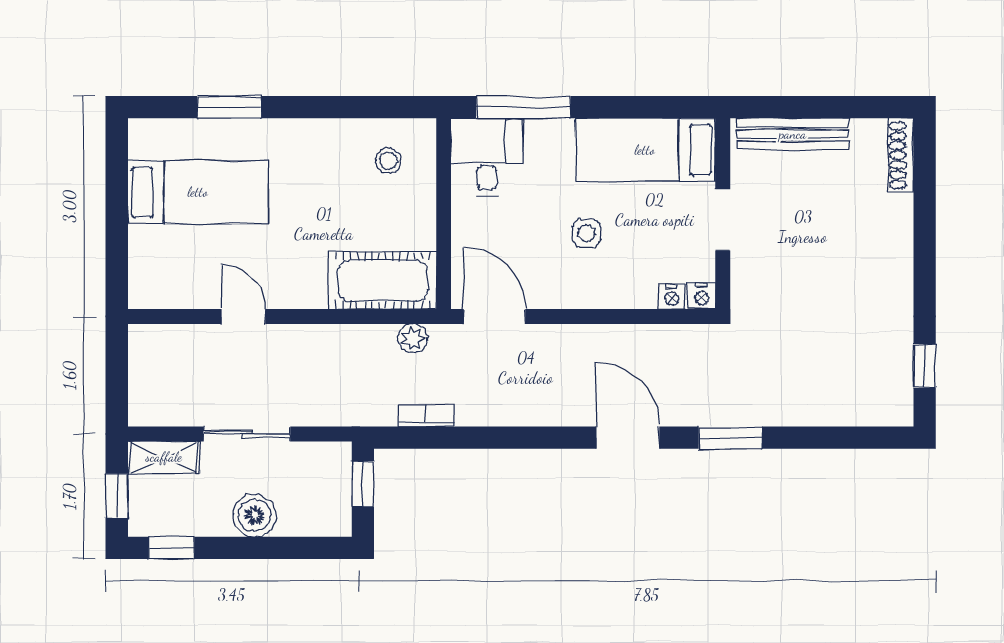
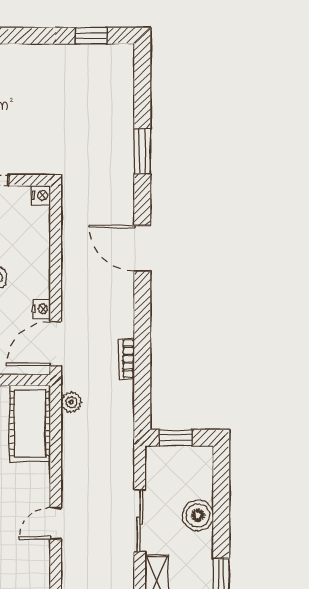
nightstand: (672, 297) -> (41, 309), moved
bookcase: (426, 415) -> (126, 359), moved
door: (628, 438) -> (142, 248), hinge flipped
window: (730, 438) -> (142, 151), moved

